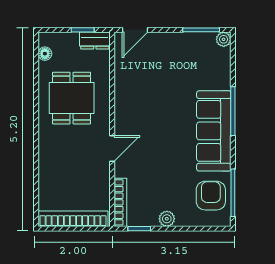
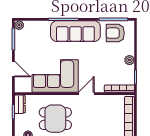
door: (135, 30) -> (13, 69), moved
corner sofa: (141, 98) -> (55, 76), added
door: (112, 149) -> (86, 94), hinge flipped

